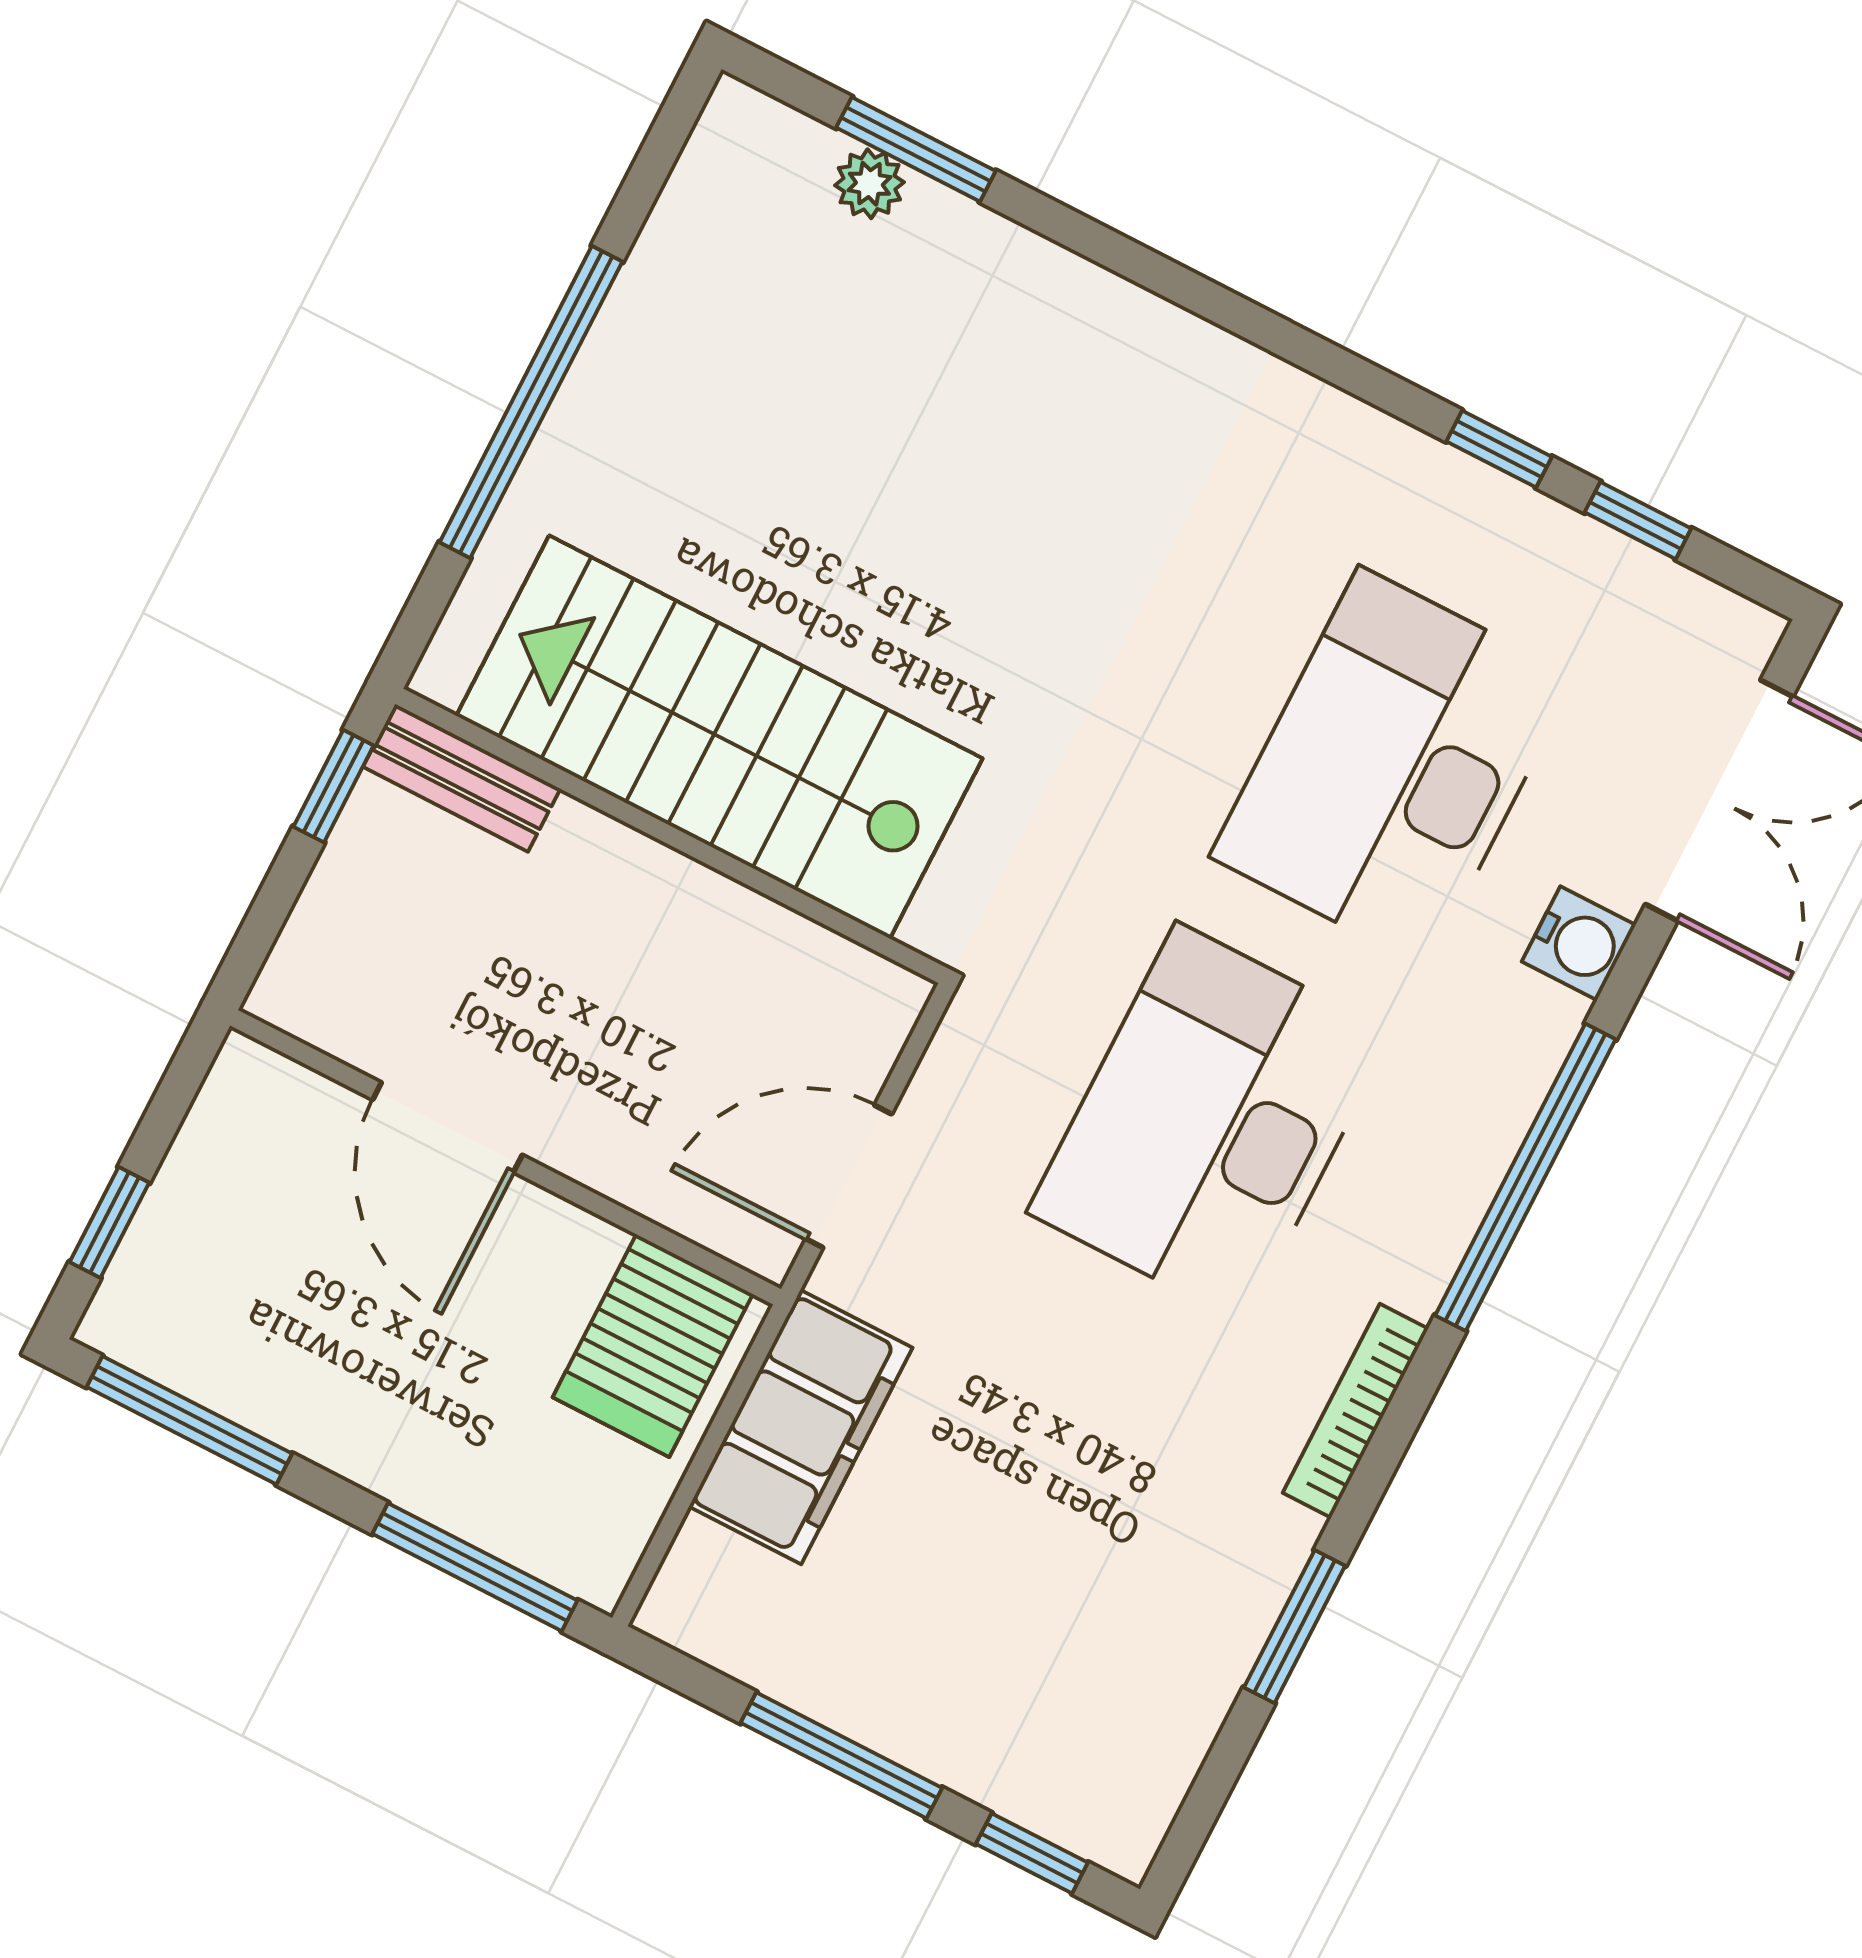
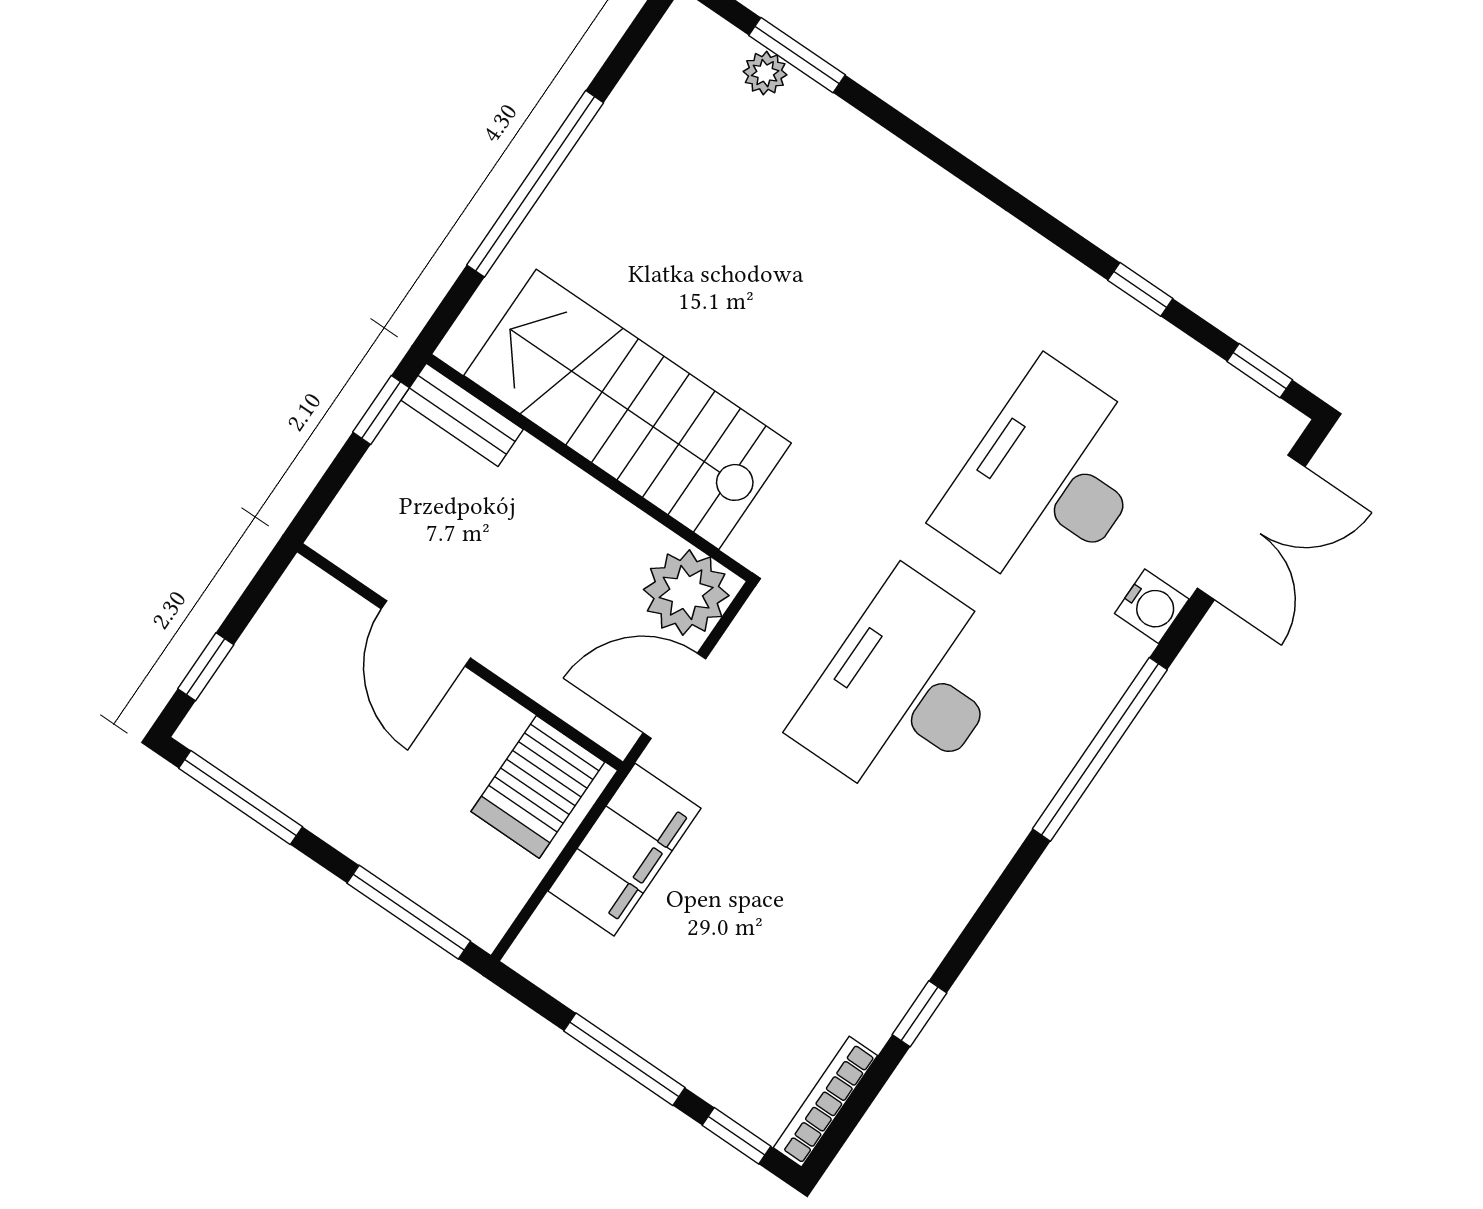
window: (1638, 520) -> (1260, 371), moved
plant: (847, 1012) -> (686, 593), added
bookcase: (1355, 1411) -> (825, 1102), moved
window: (1295, 1627) -> (919, 1014), width x0.67

